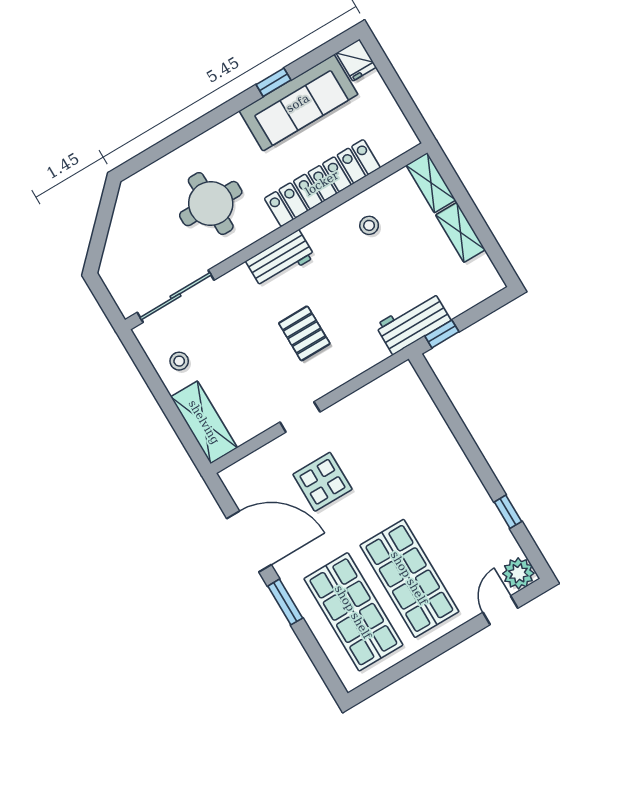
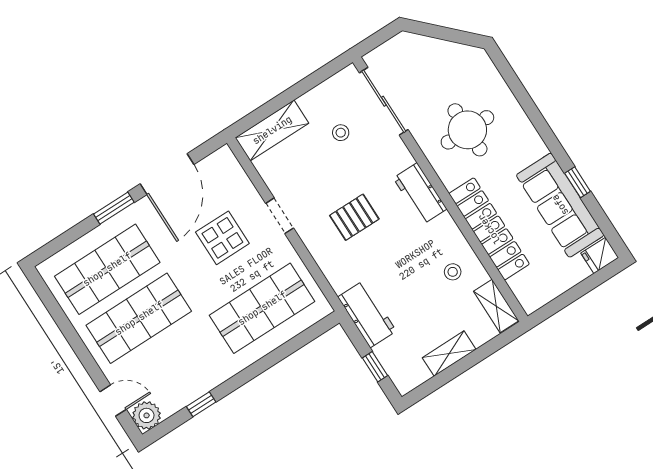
shelving: (431, 183) -> (496, 306), moved, turned 90
window: (442, 334) -> (375, 367), moved
stool: (179, 361) -> (341, 133), moved
shop shelf: (403, 440) -> (262, 308), added

